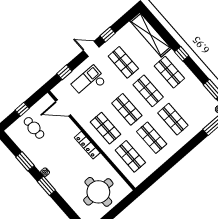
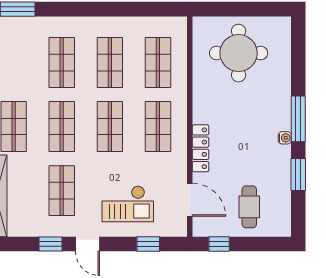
window: (22, 109) -> (219, 244), moved
locker: (87, 145) -> (201, 148), moved
window: (46, 186) -> (298, 119), width x1.44

